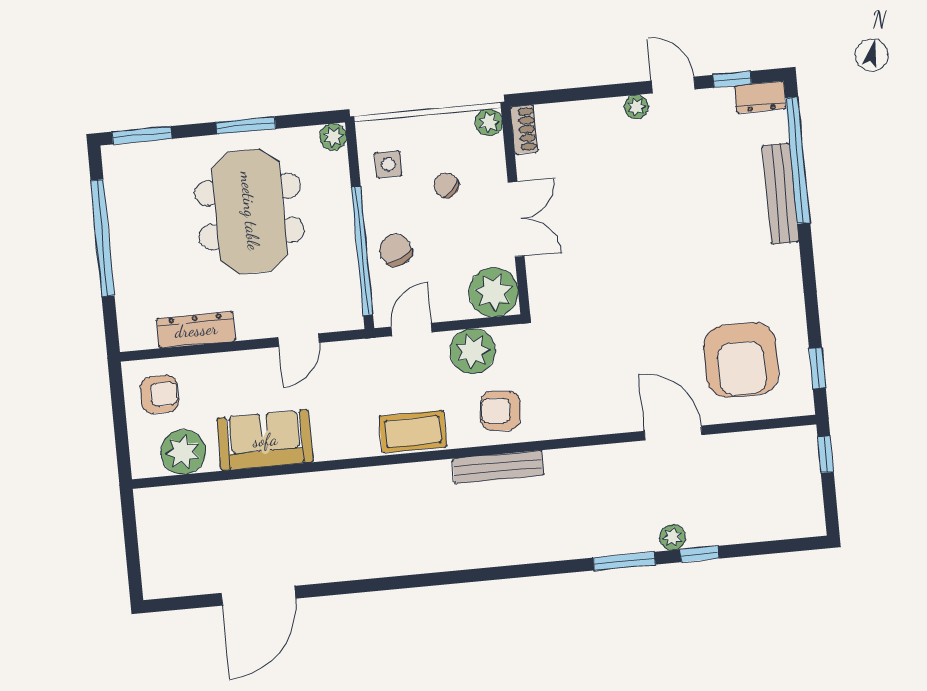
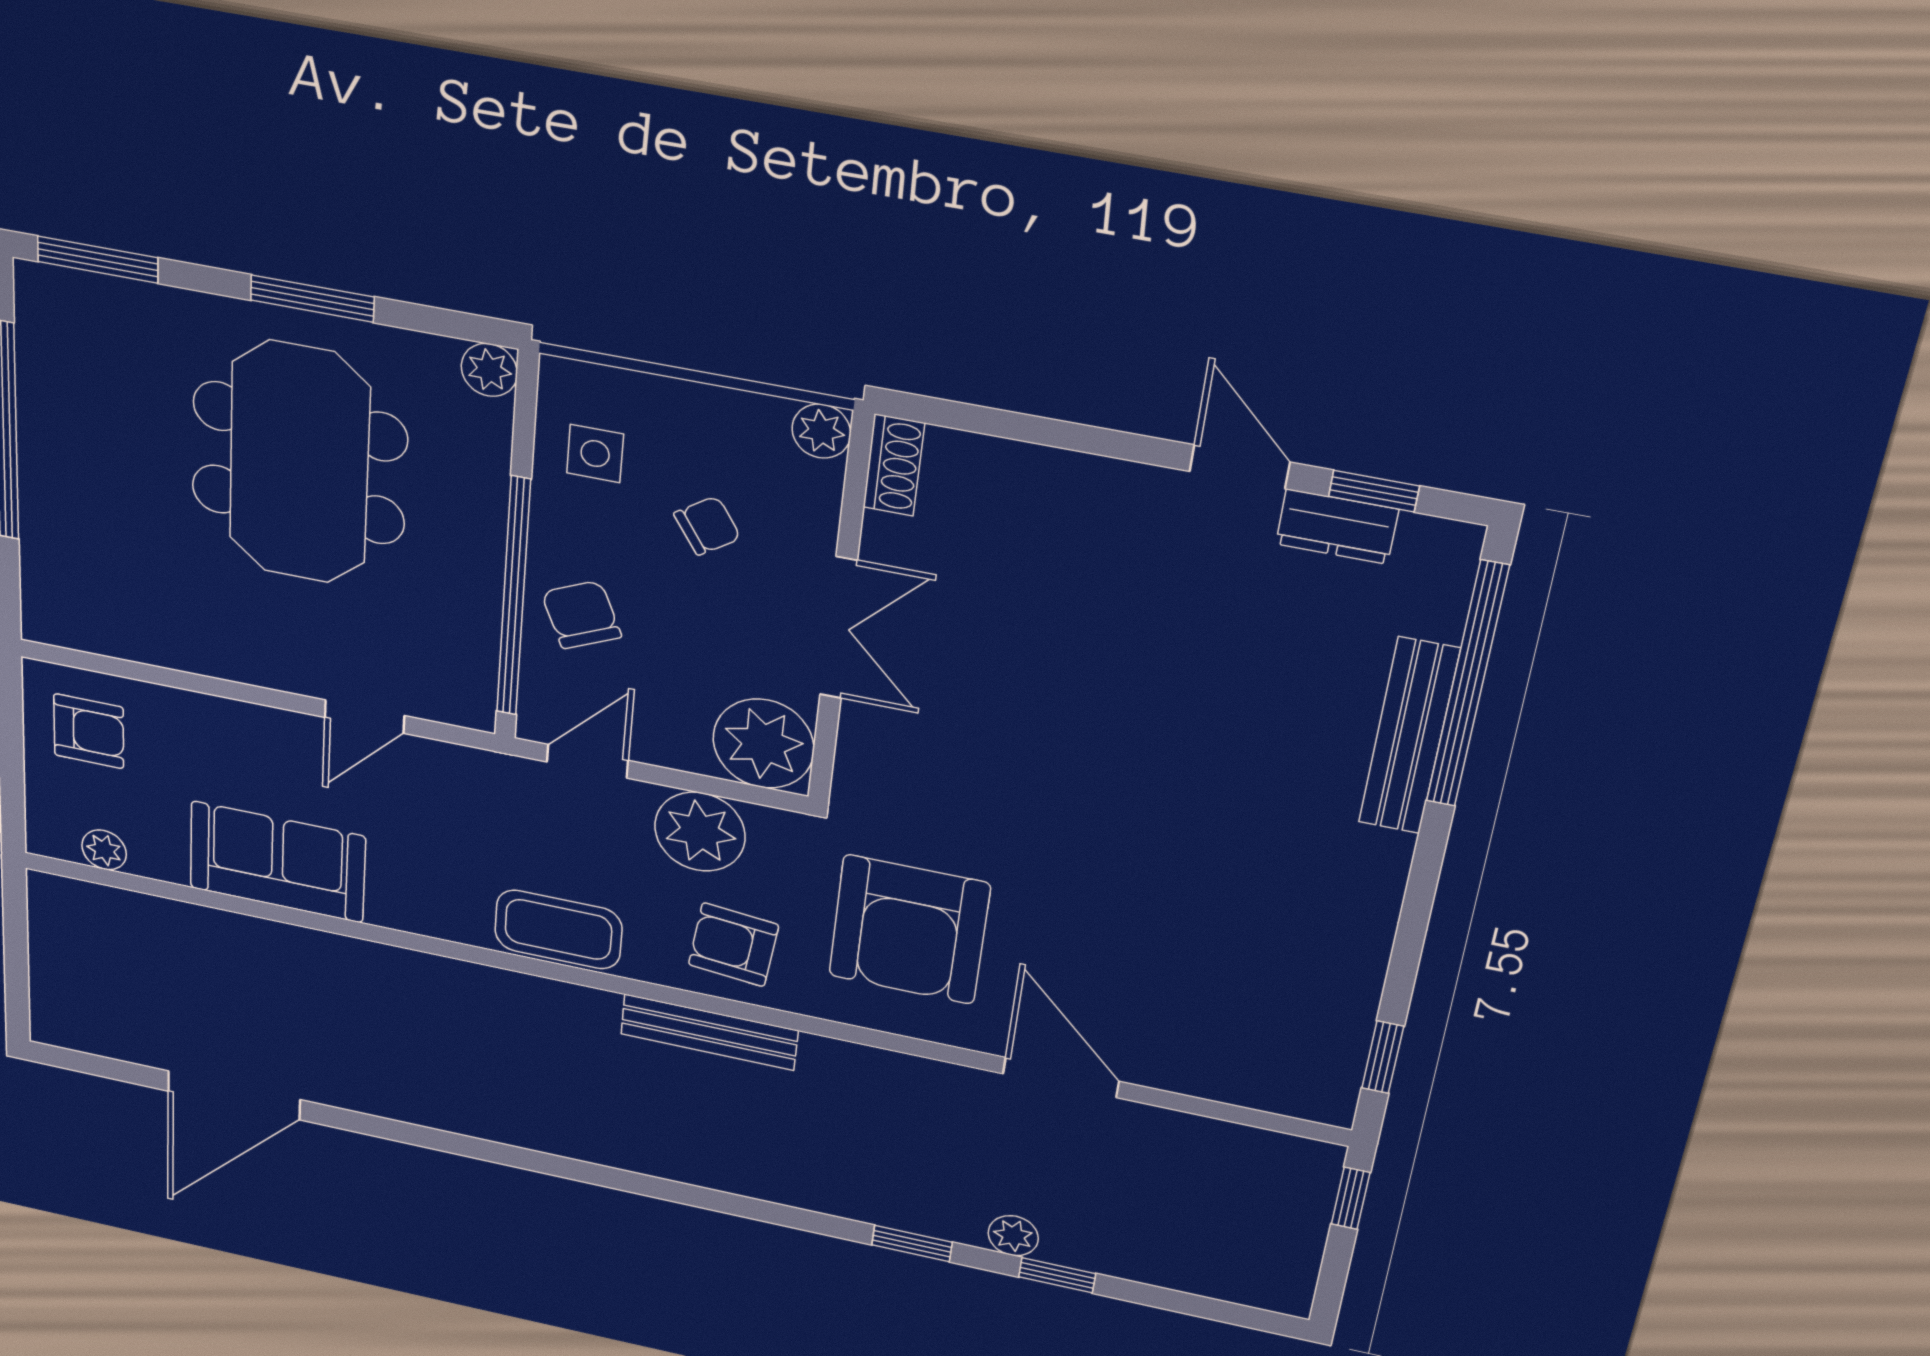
dresser: (760, 97) -> (1337, 527), moved
plant: (636, 107) -> (1147, 488), removed
chair: (446, 185) -> (707, 526), turned 101
dresser: (196, 330) -> (169, 643), removed
armchair: (741, 360) -> (909, 930), moved
plant: (183, 452) -> (104, 850), width x0.53, depth x0.53
window: (624, 561) -> (912, 1244), width x0.67

